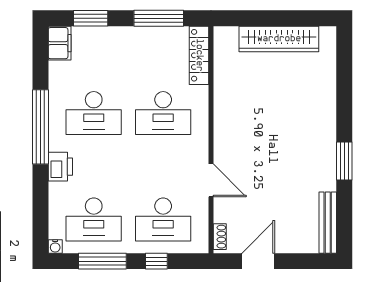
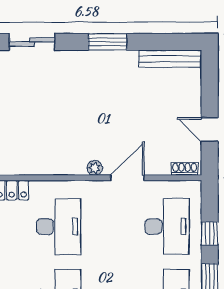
sliding door: (344, 87) -> (32, 42), added
plant: (221, 149) -> (95, 168), added
door: (258, 261) -> (210, 130), width x0.73

